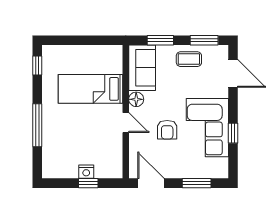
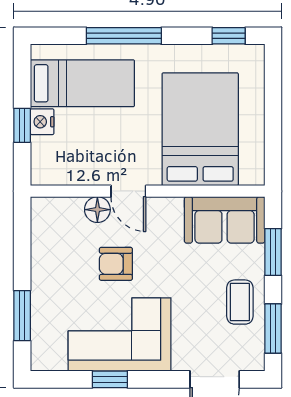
bed: (90, 89) -> (200, 129), width x1.50
floor lamp: (136, 99) -> (97, 210), moved
door: (126, 123) -> (128, 191), hinge flipped
bed: (64, 149) -> (82, 83), added
door: (151, 183) -> (22, 235), removed

